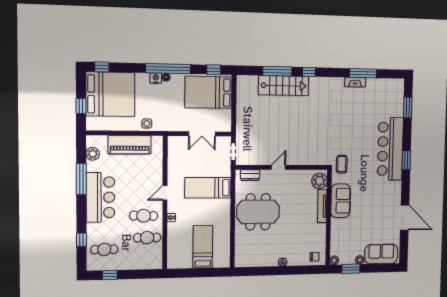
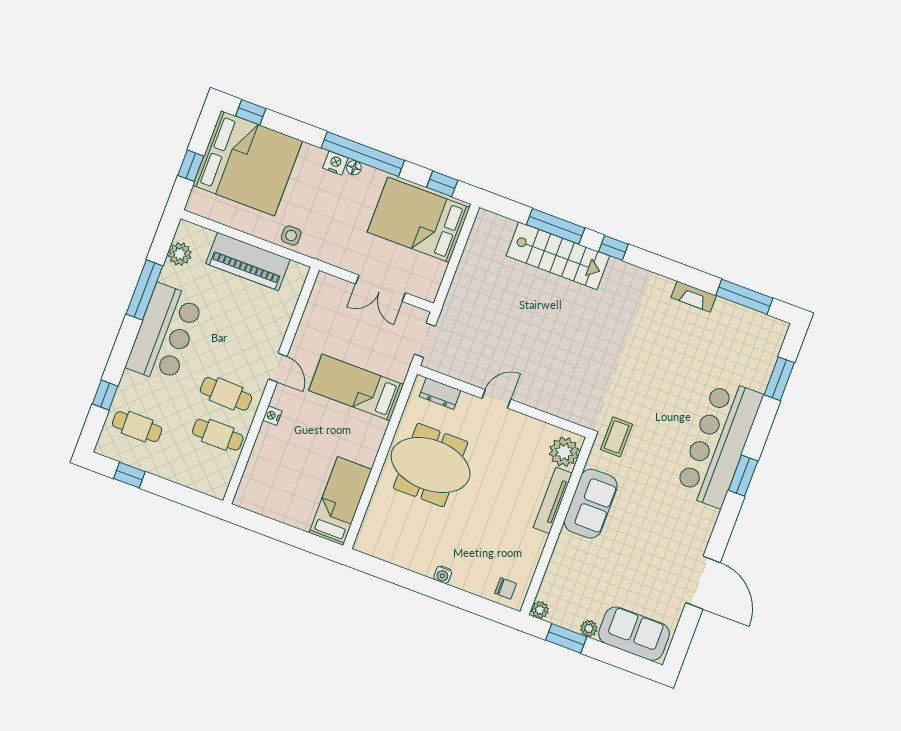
window: (363, 73) -> (744, 297), moved
door: (165, 193) -> (278, 368), swing flipped
bed: (203, 247) -> (340, 501), moved

